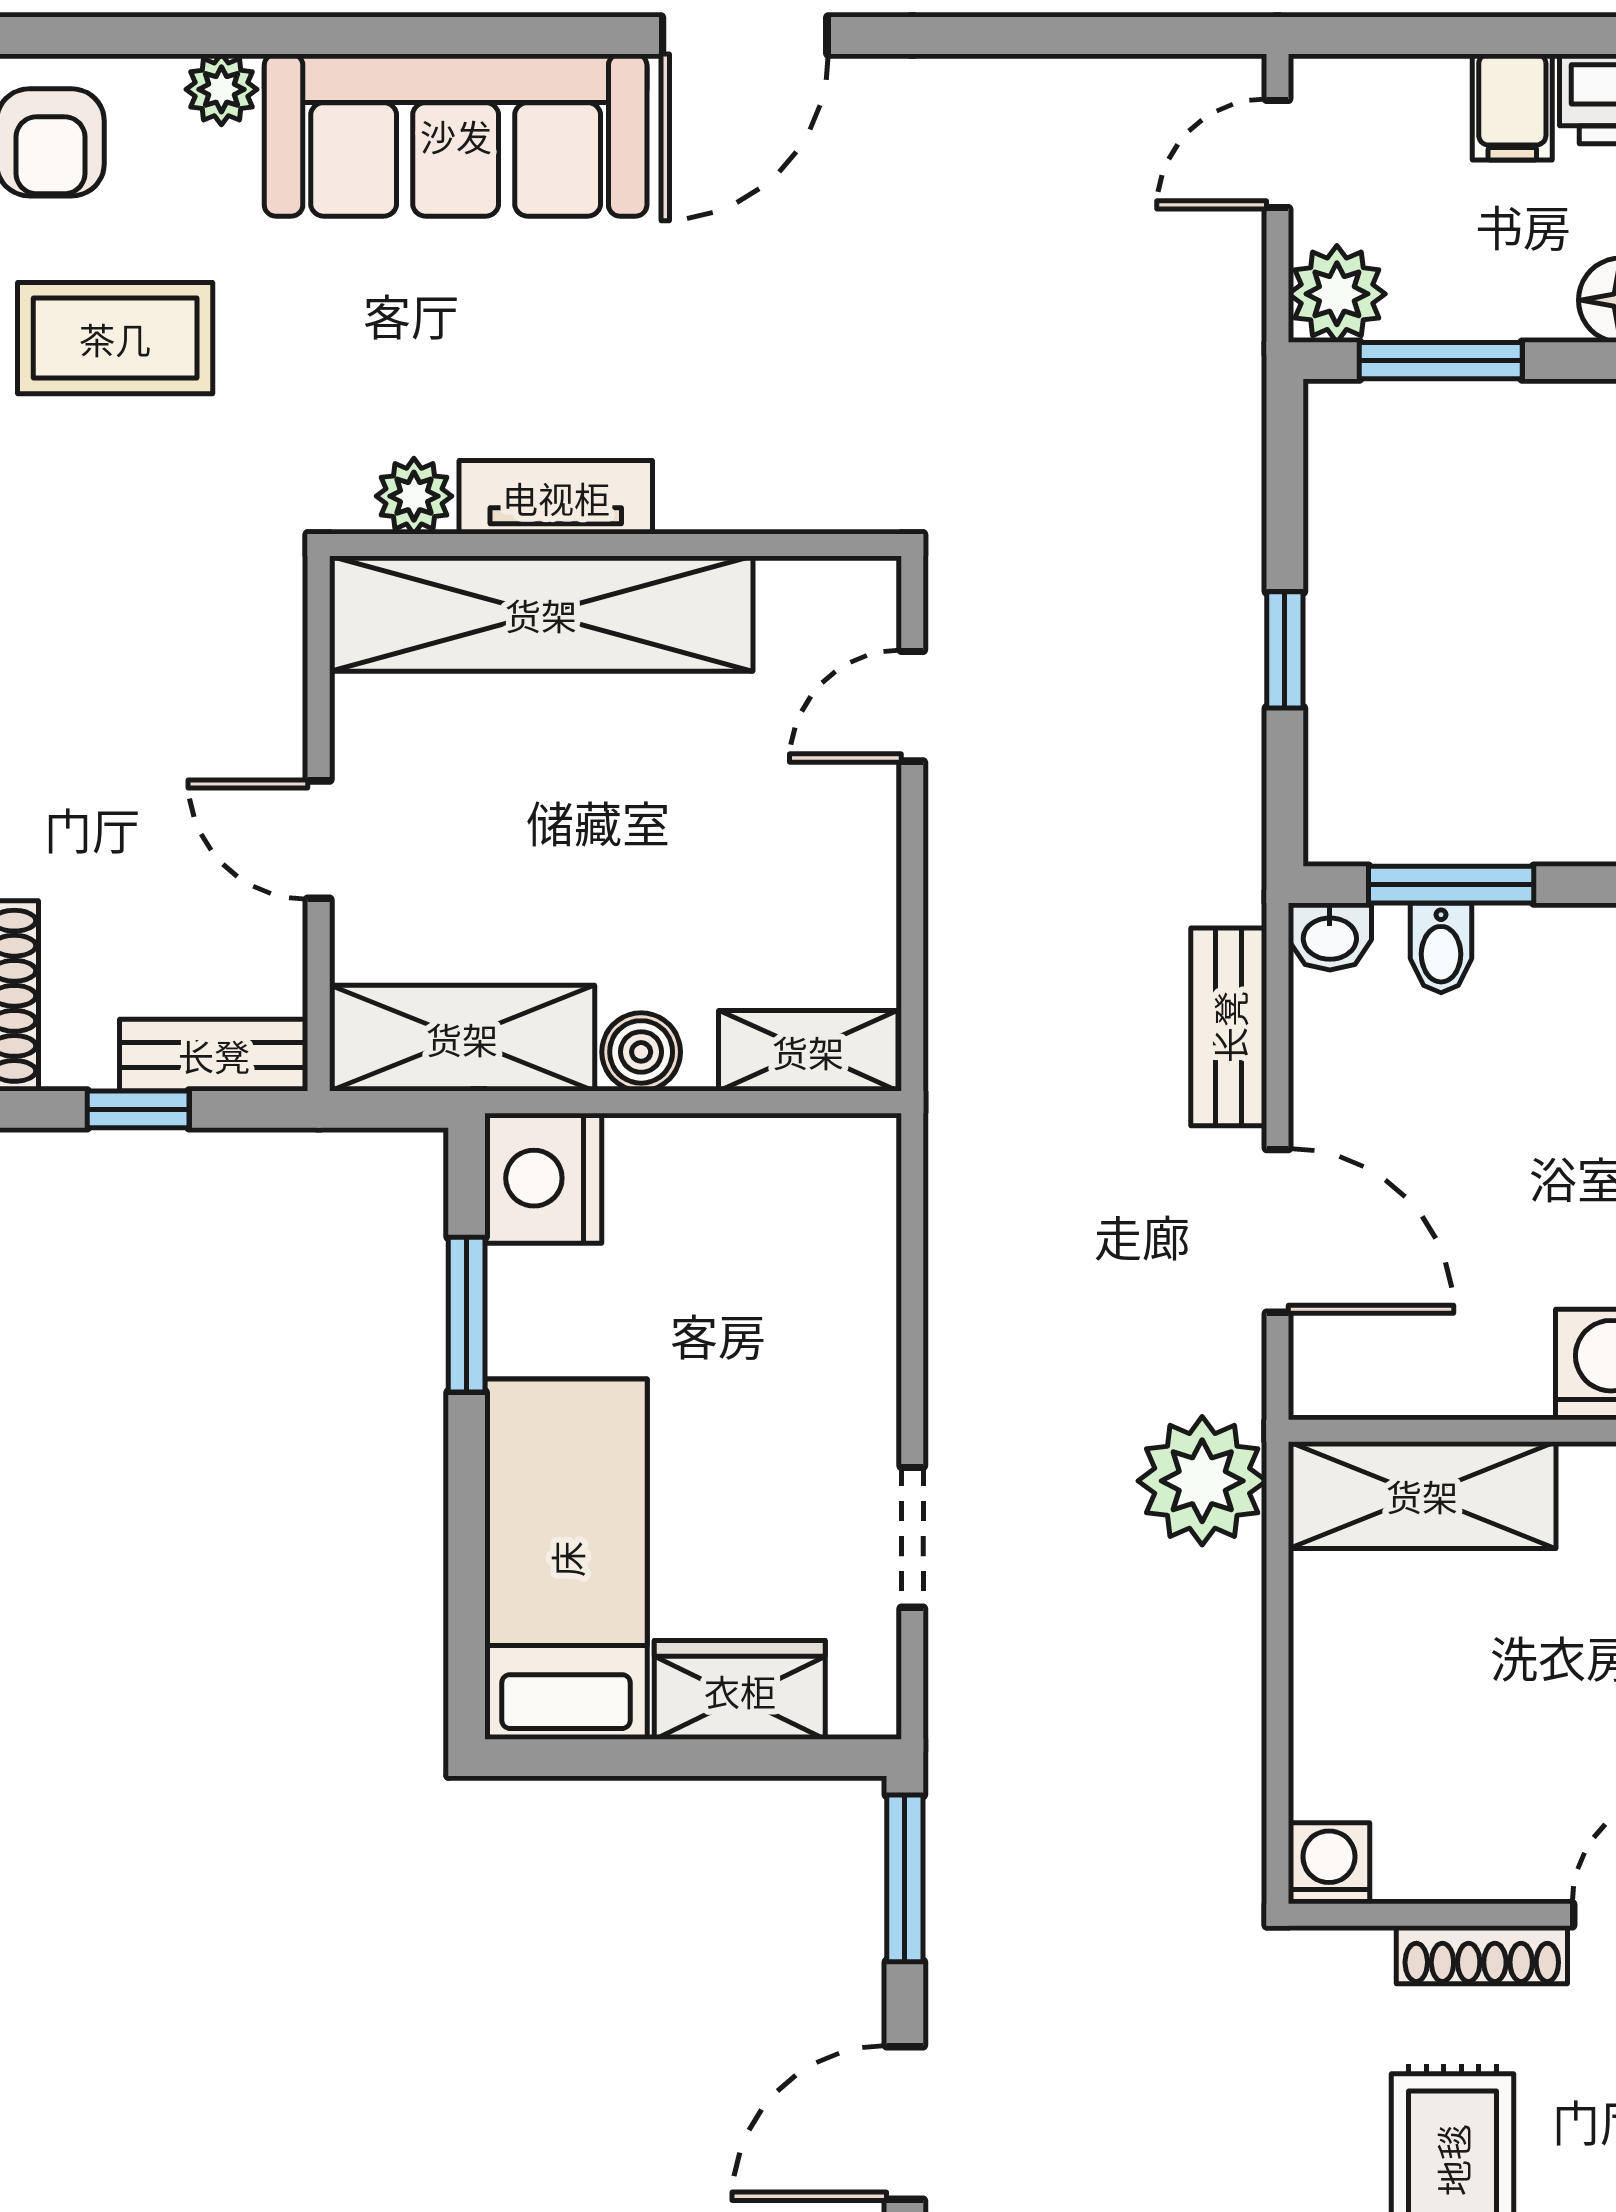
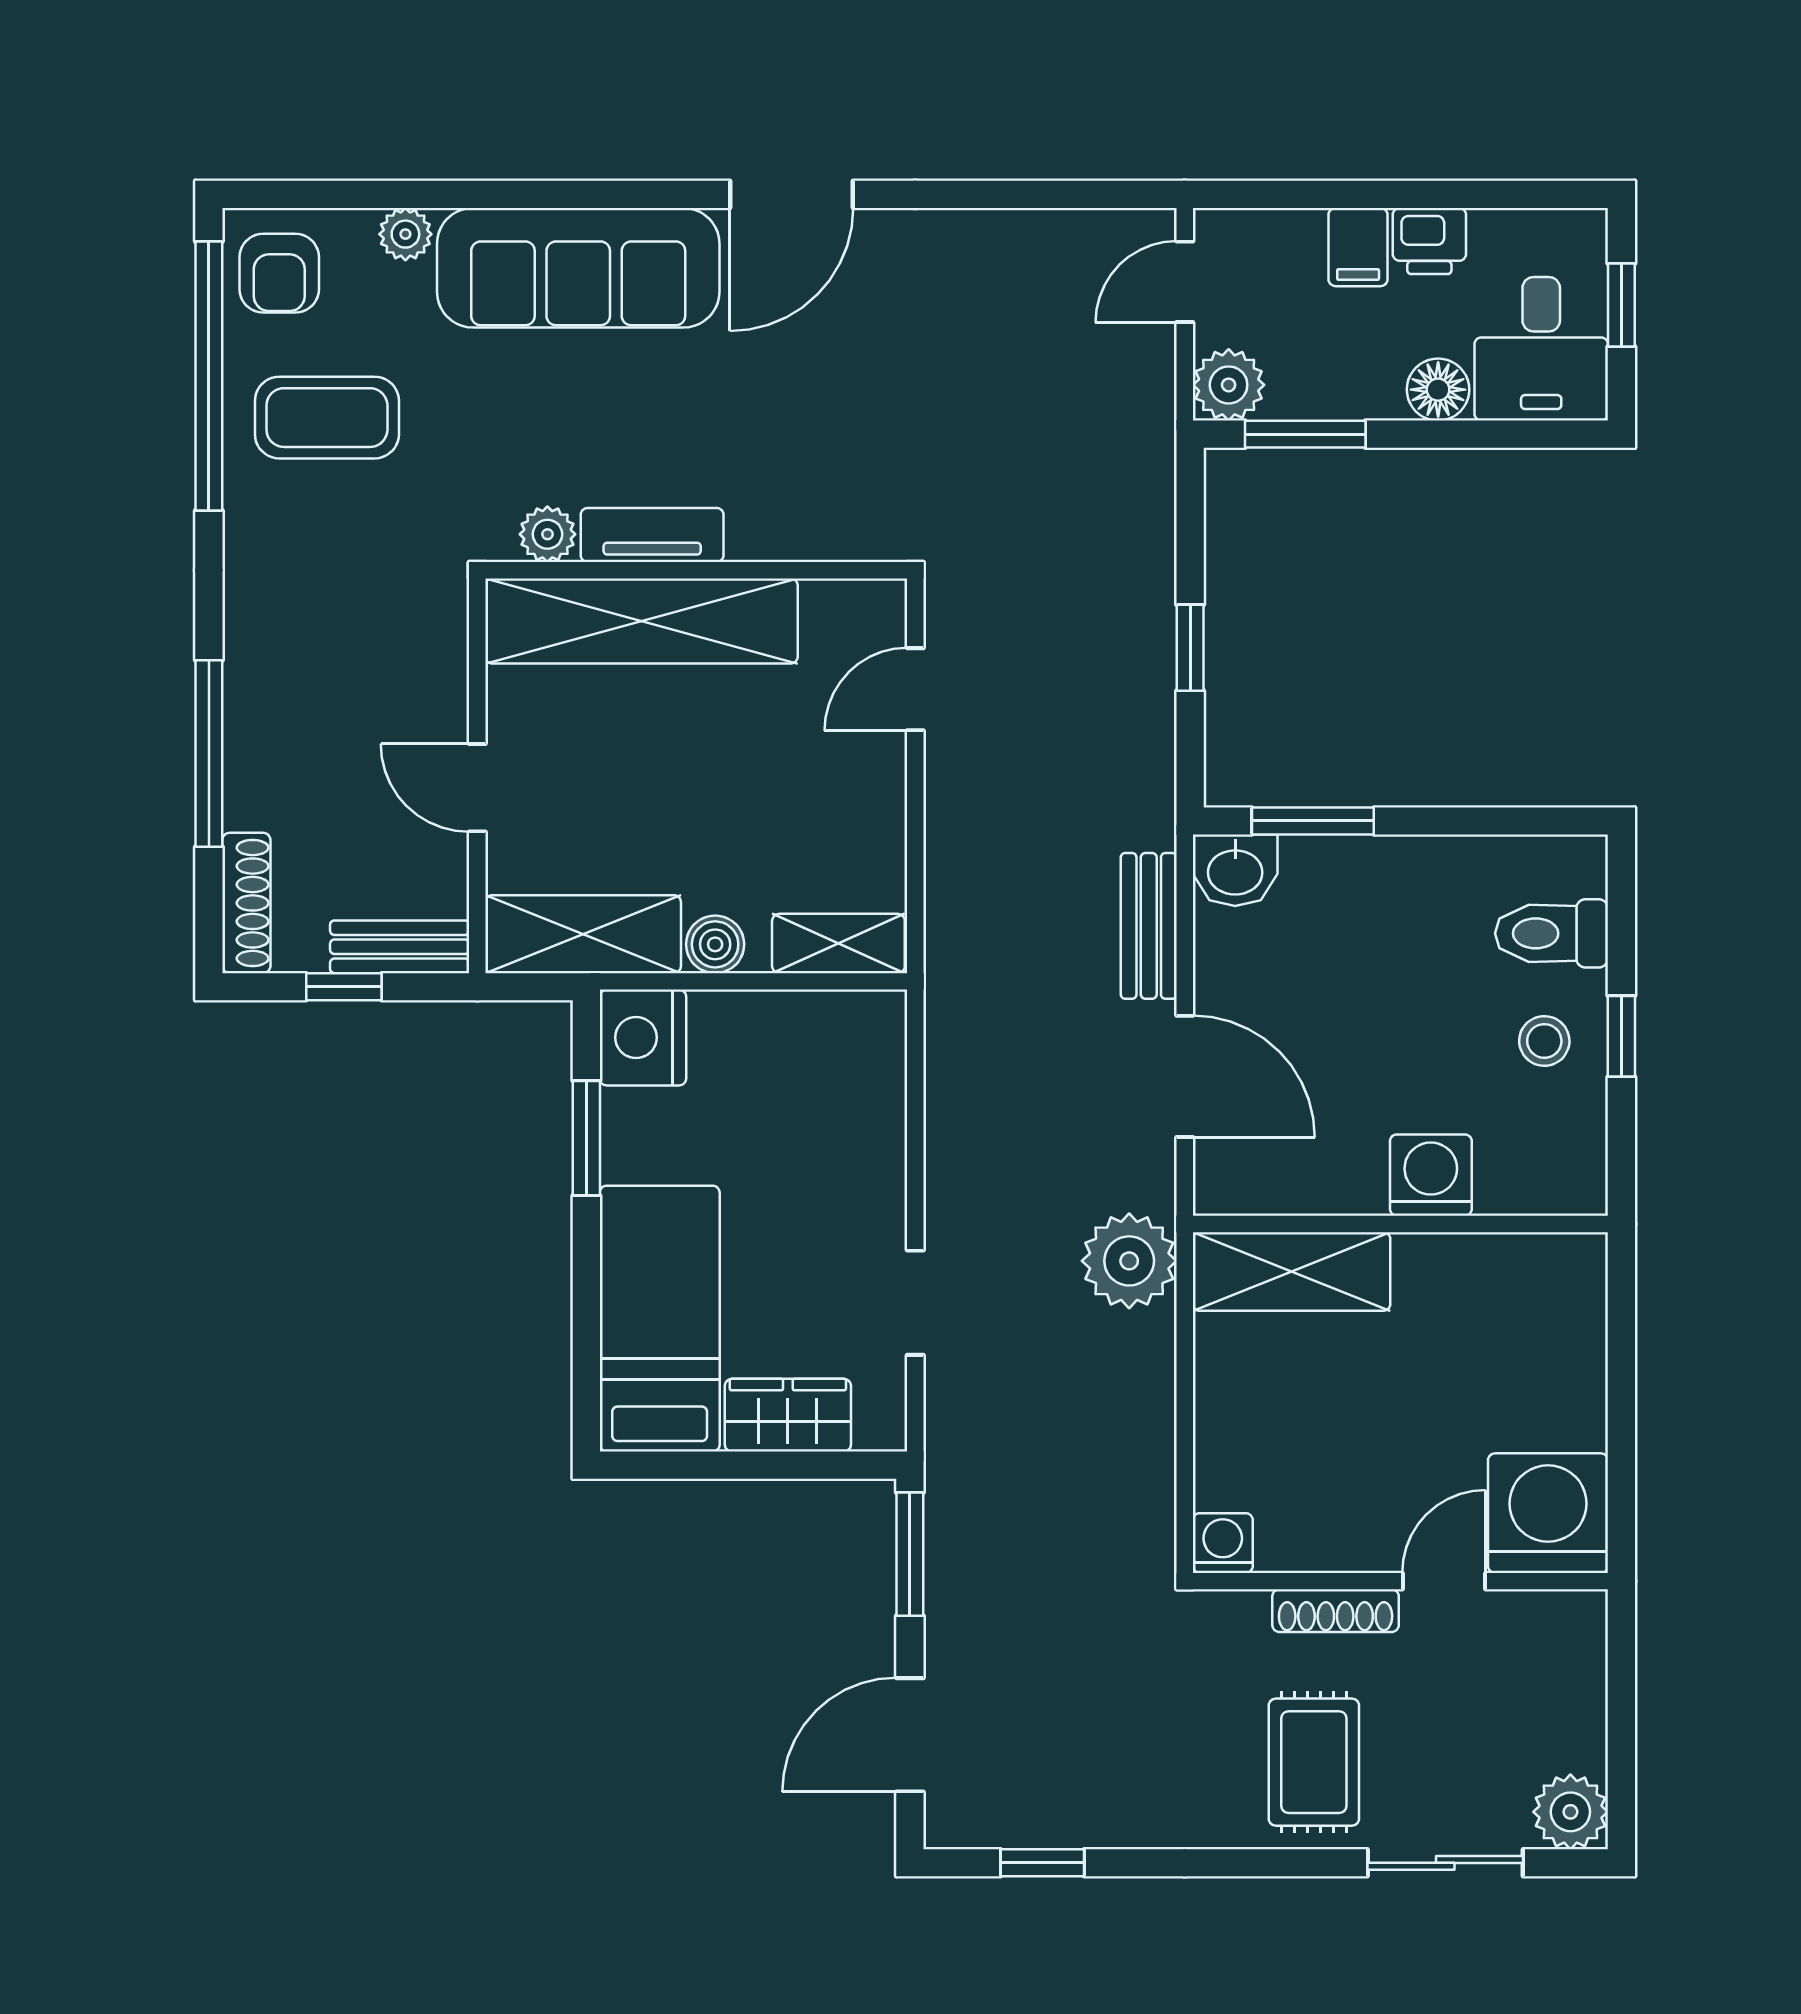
washbasin: (1330, 937) -> (1235, 870), width x1.38, depth x1.45
bidet: (1441, 948) -> (1305, 868), removed

